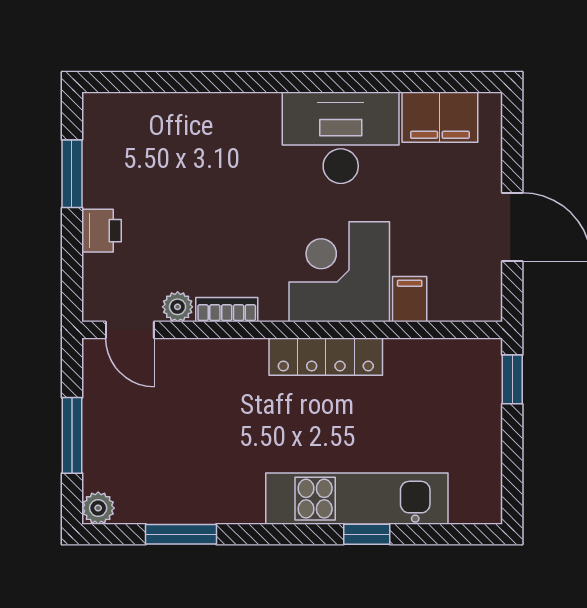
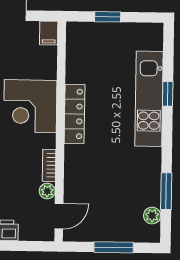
filing cabinet: (410, 299) -> (49, 33), moved, turned -90
window: (512, 379) -> (108, 17), moved
plant: (98, 508) -> (152, 216), moved

